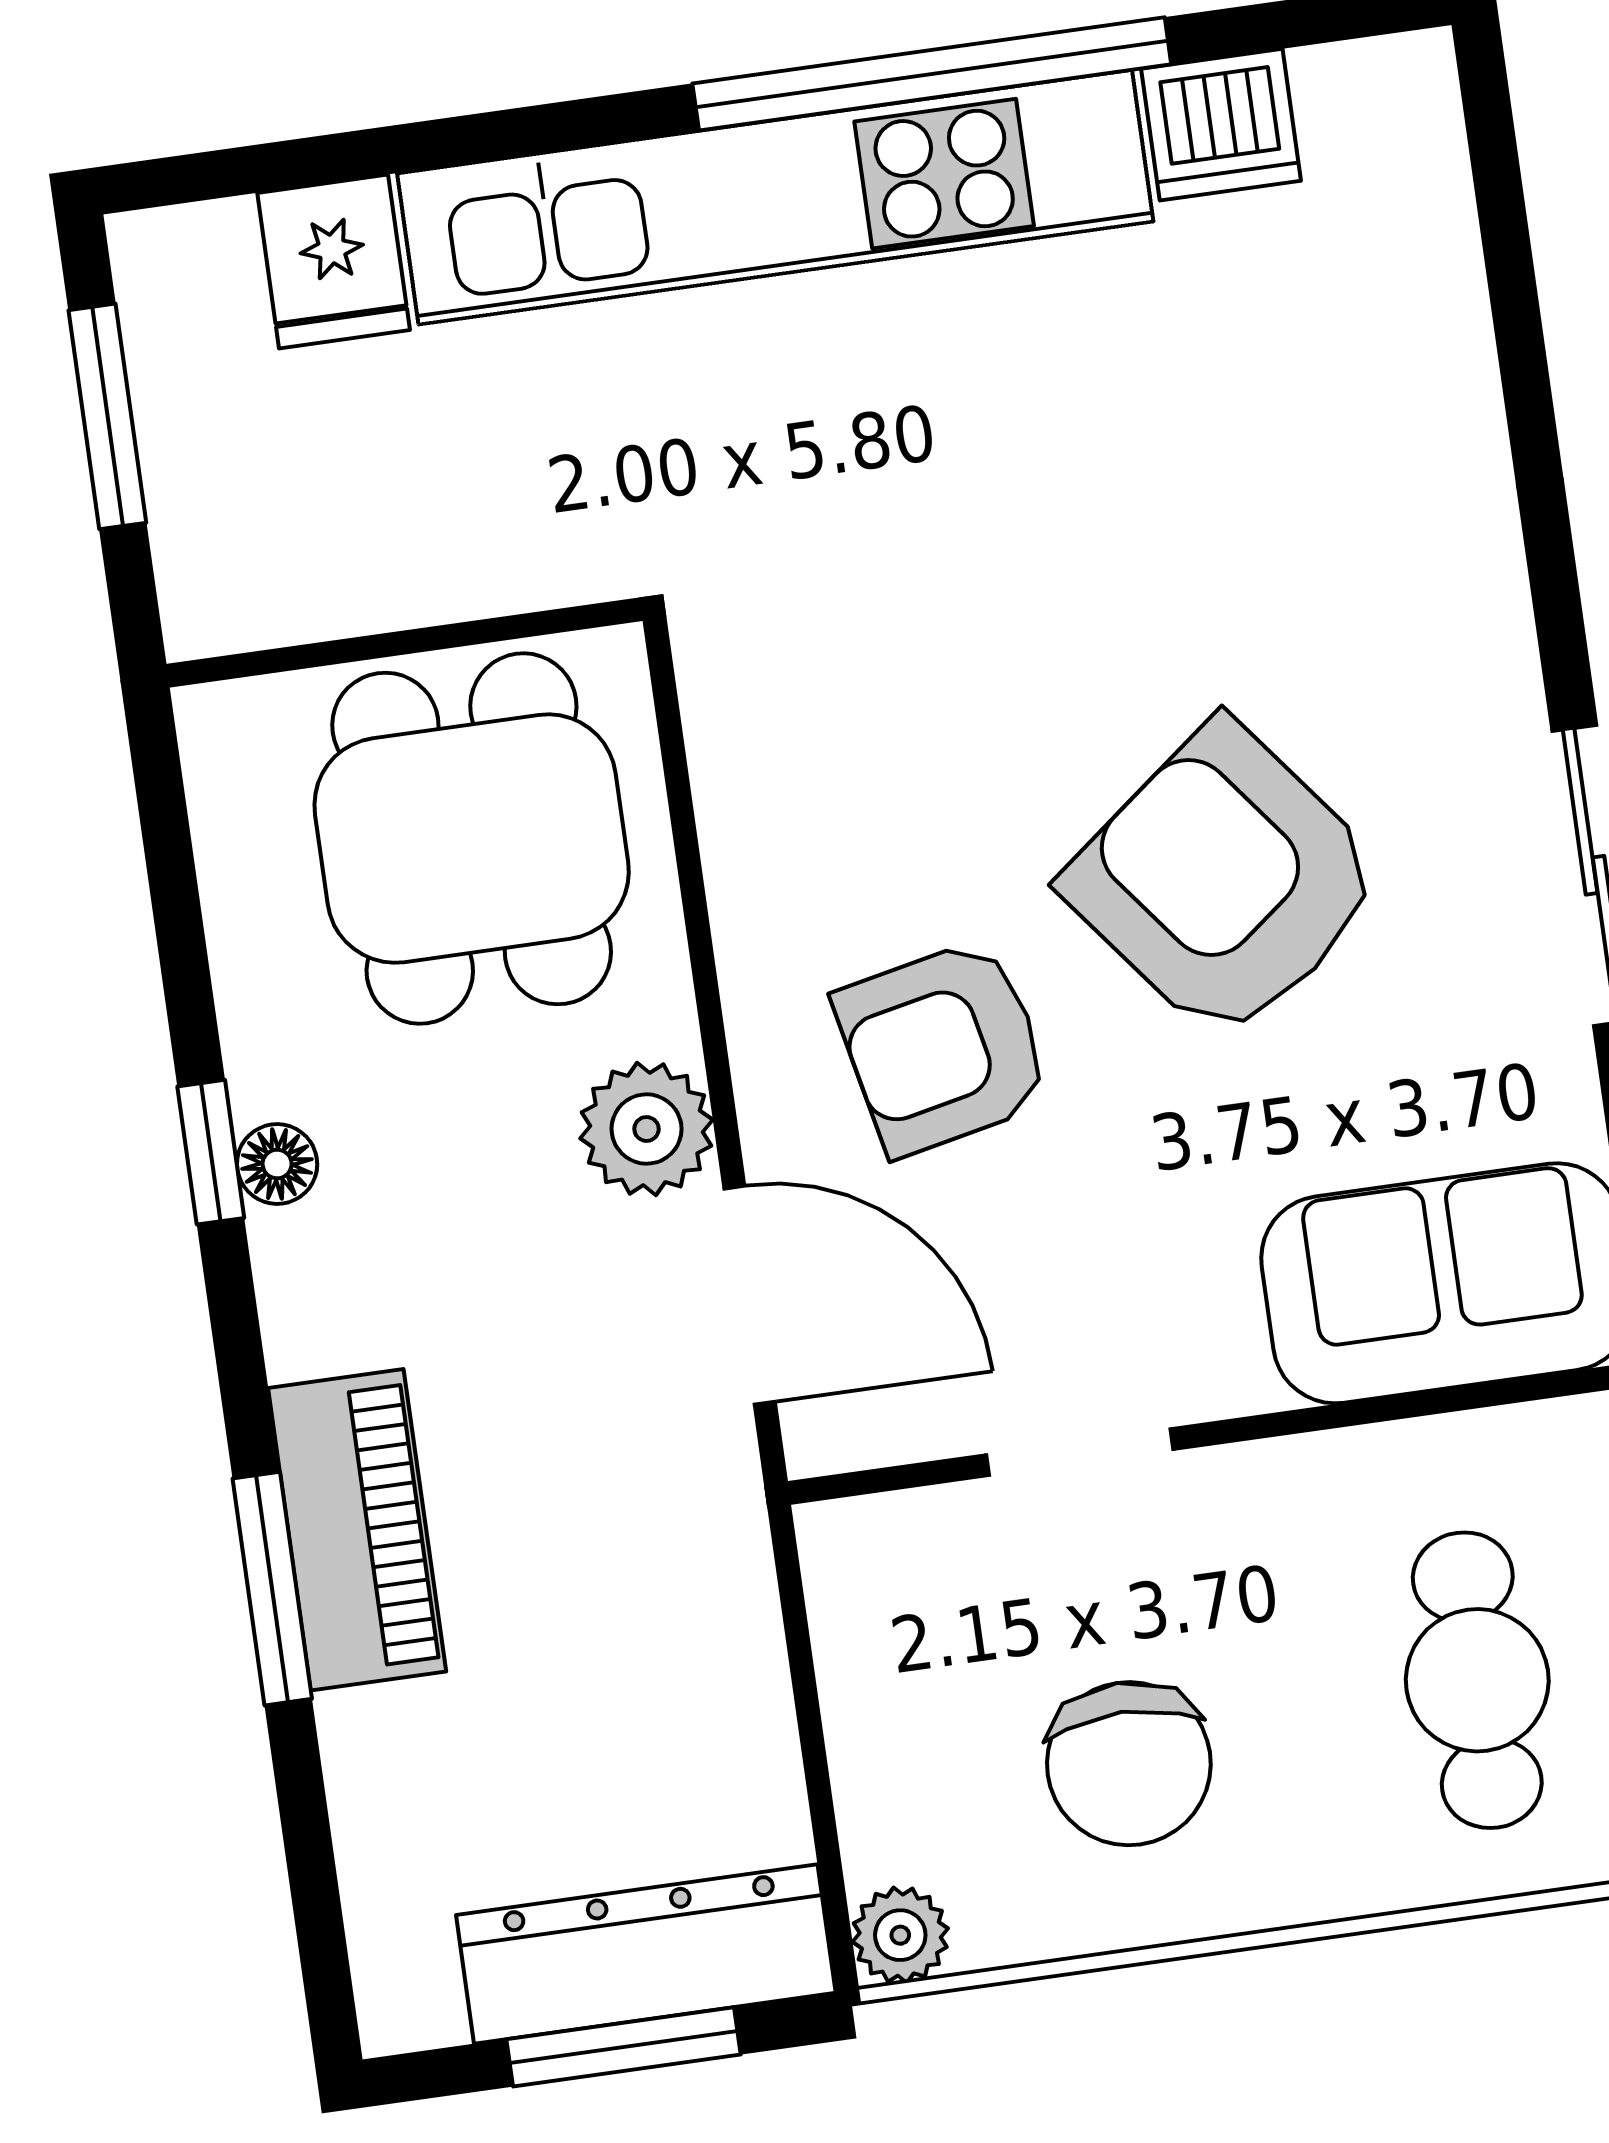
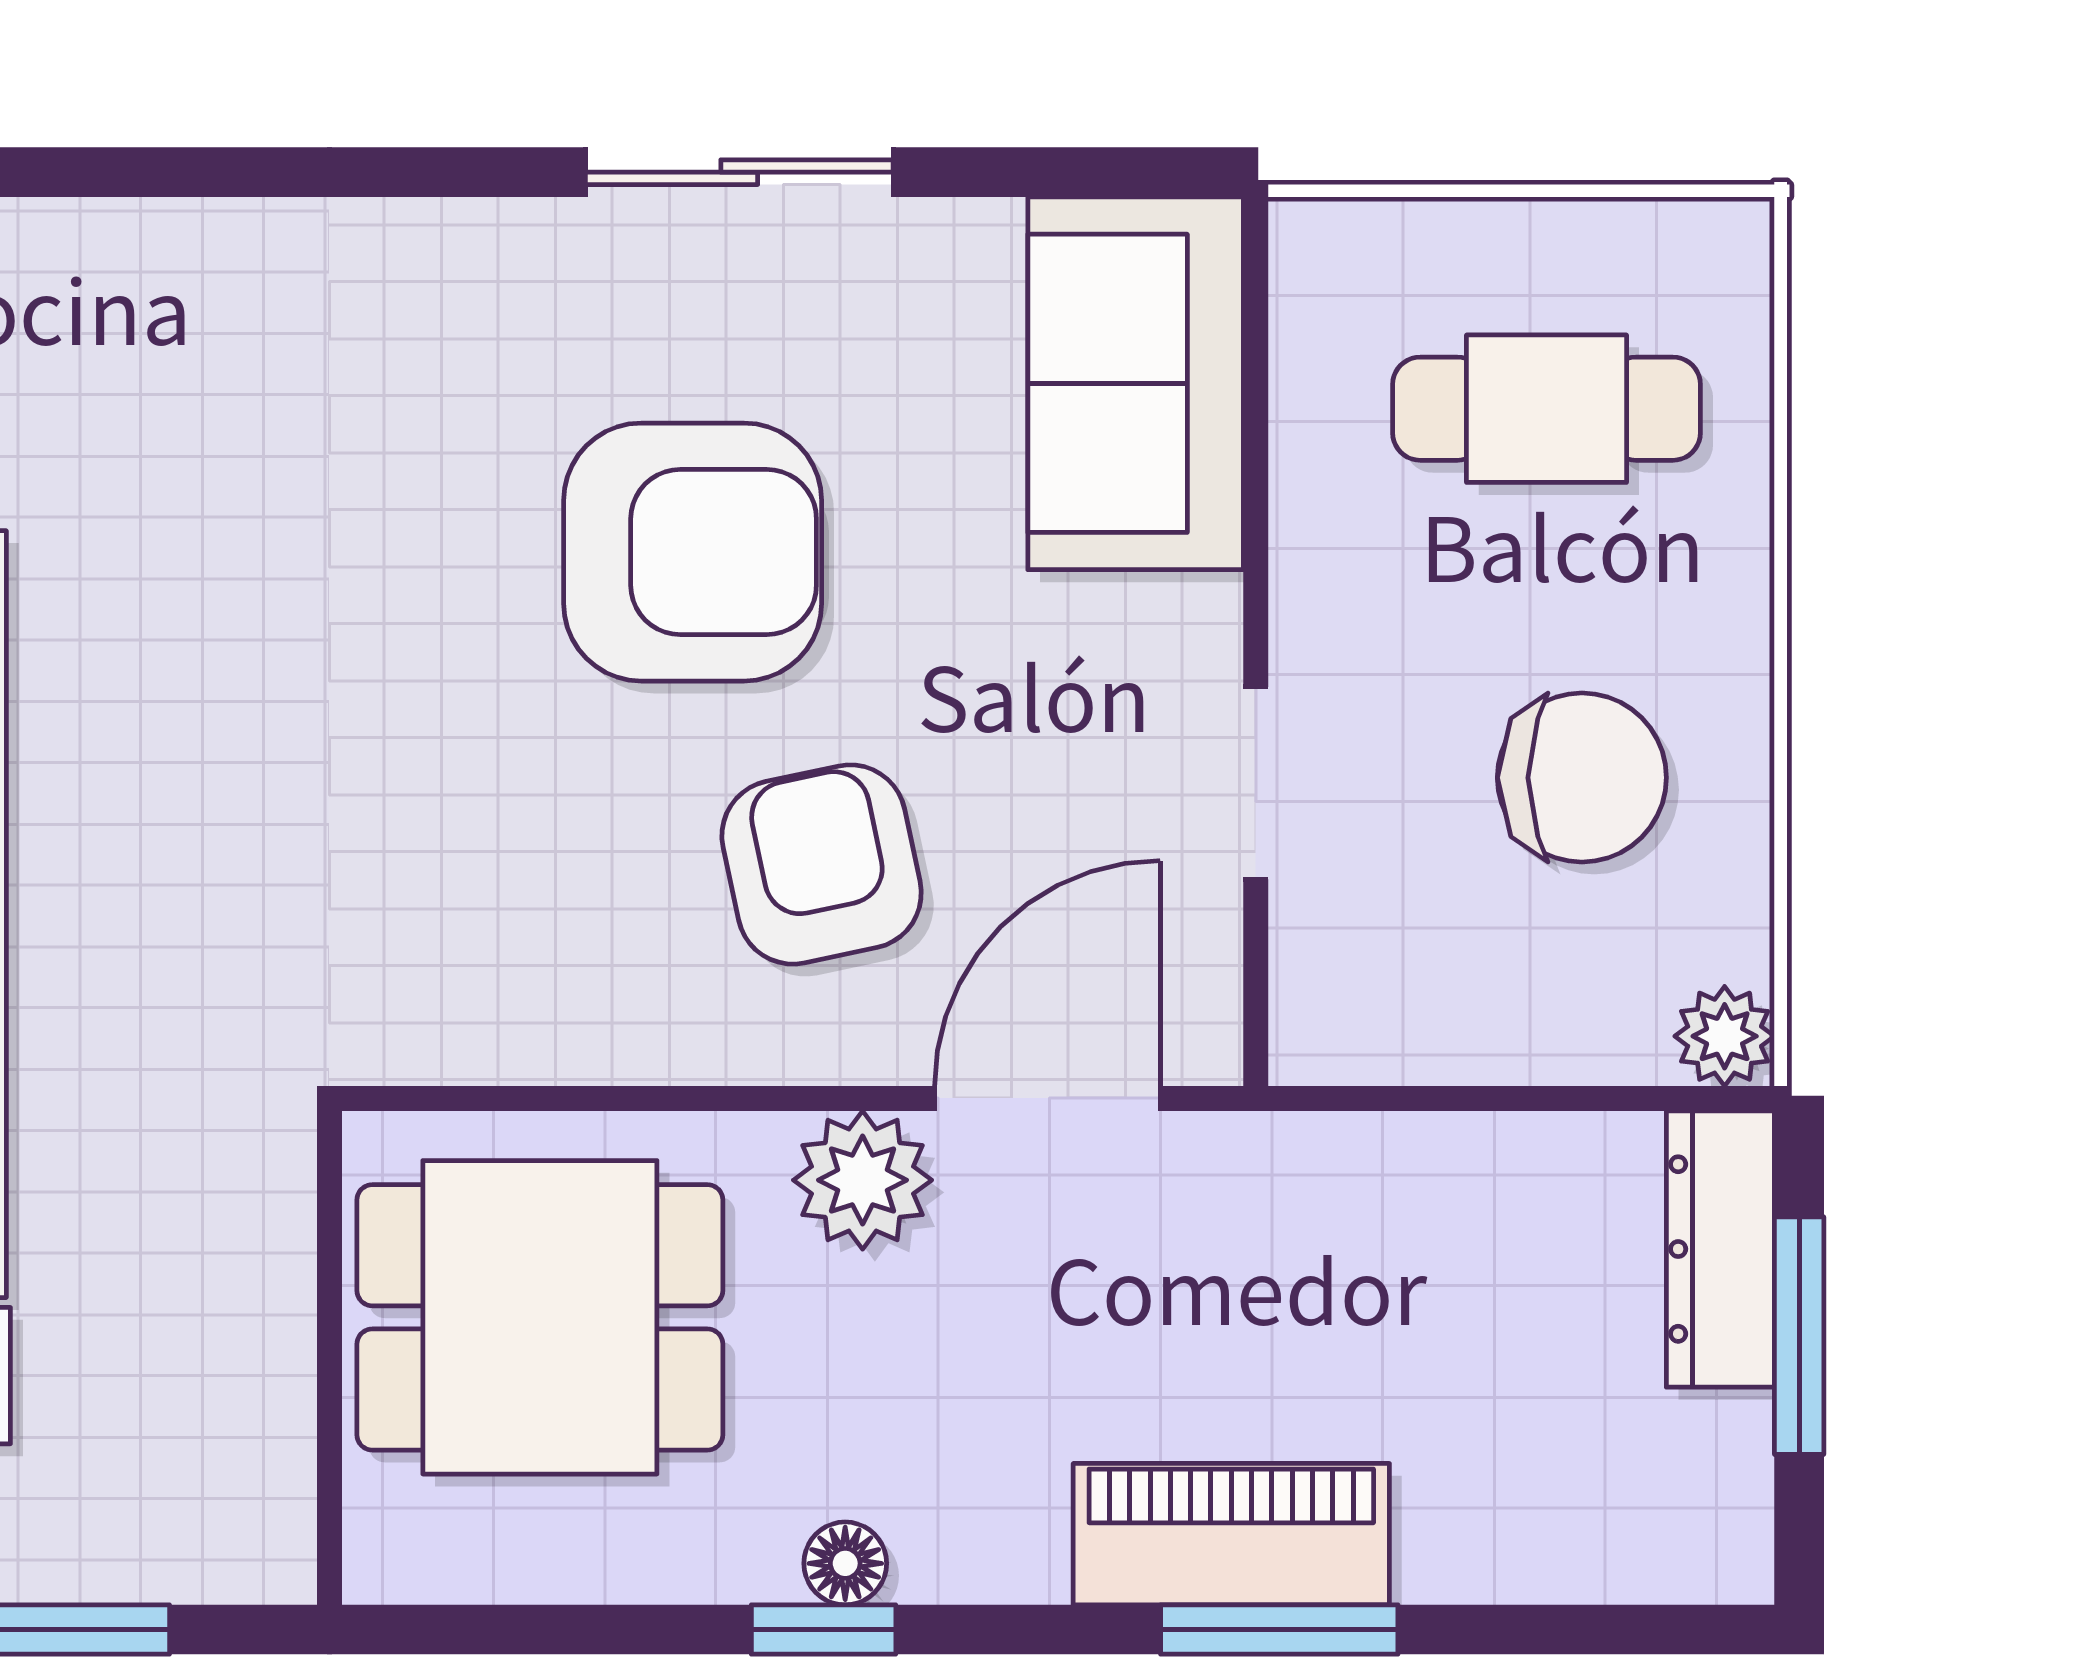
armchair: (1225, 882) -> (693, 552), turned -142
armchair: (943, 1047) -> (822, 864), turned 180
dresser: (646, 1954) -> (1720, 1249), width x0.73, depth x0.80

